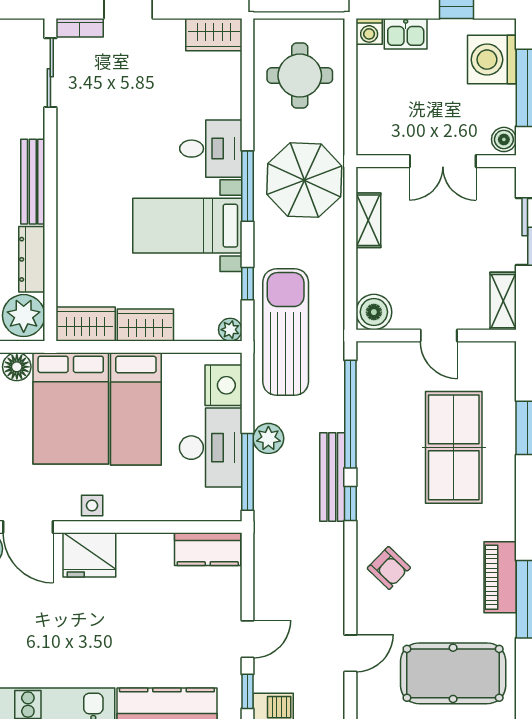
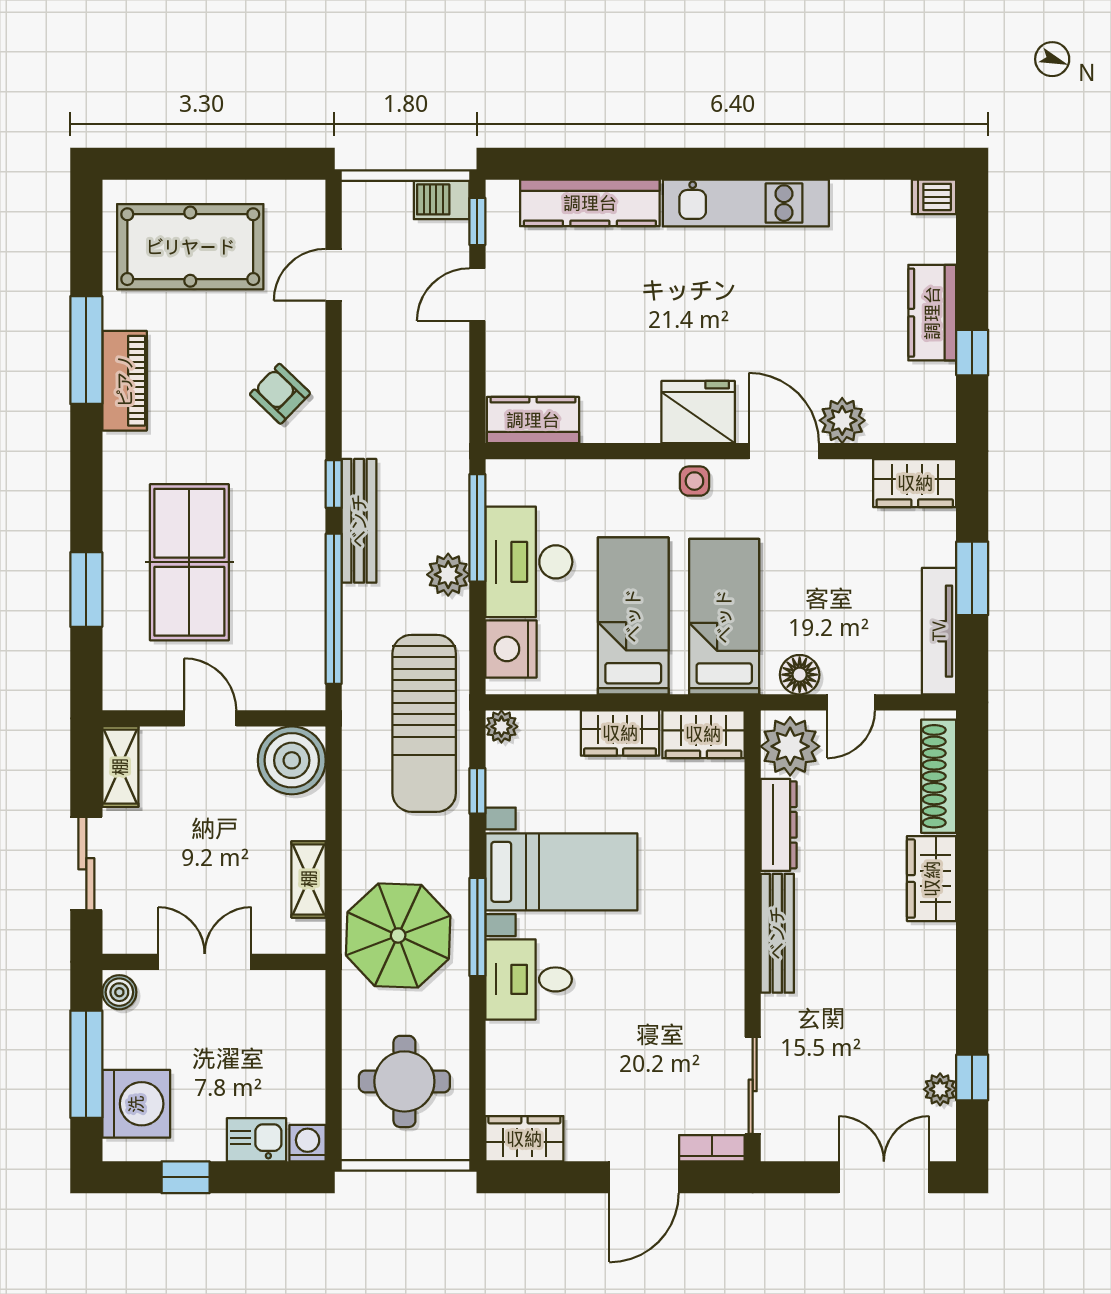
boiler: (374, 312) -> (292, 760), width x1.37, depth x1.37
bed: (71, 408) -> (724, 617), width x0.67

